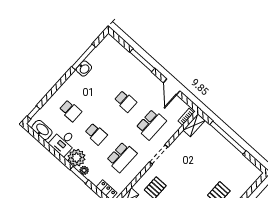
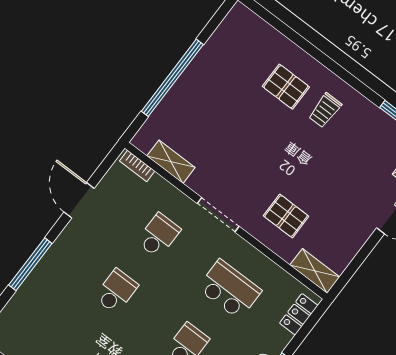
door: (172, 87) -> (79, 200), swing flipped
school desk: (151, 124) -> (159, 235), width x0.54
shelving: (194, 125) -> (171, 162), moved

